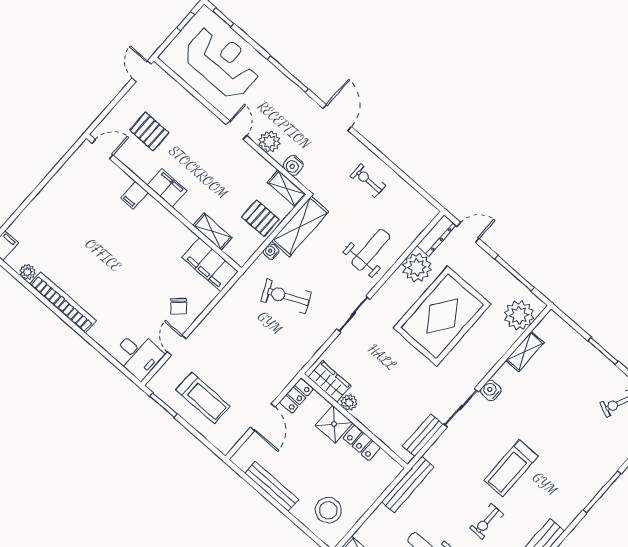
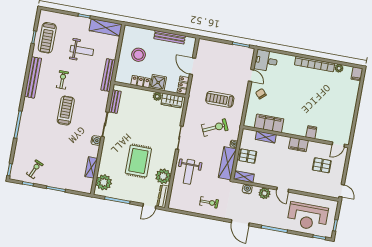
filing cabinet: (210, 265) -> (269, 123), moved
rug: (442, 316) -> (138, 161), width x0.73, depth x0.69
treadmill: (203, 398) -> (220, 99), moved
stool: (328, 510) -> (139, 55), moved

